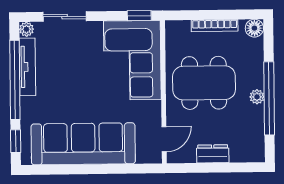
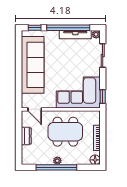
dining table: (204, 83) -> (65, 132), turned 90

